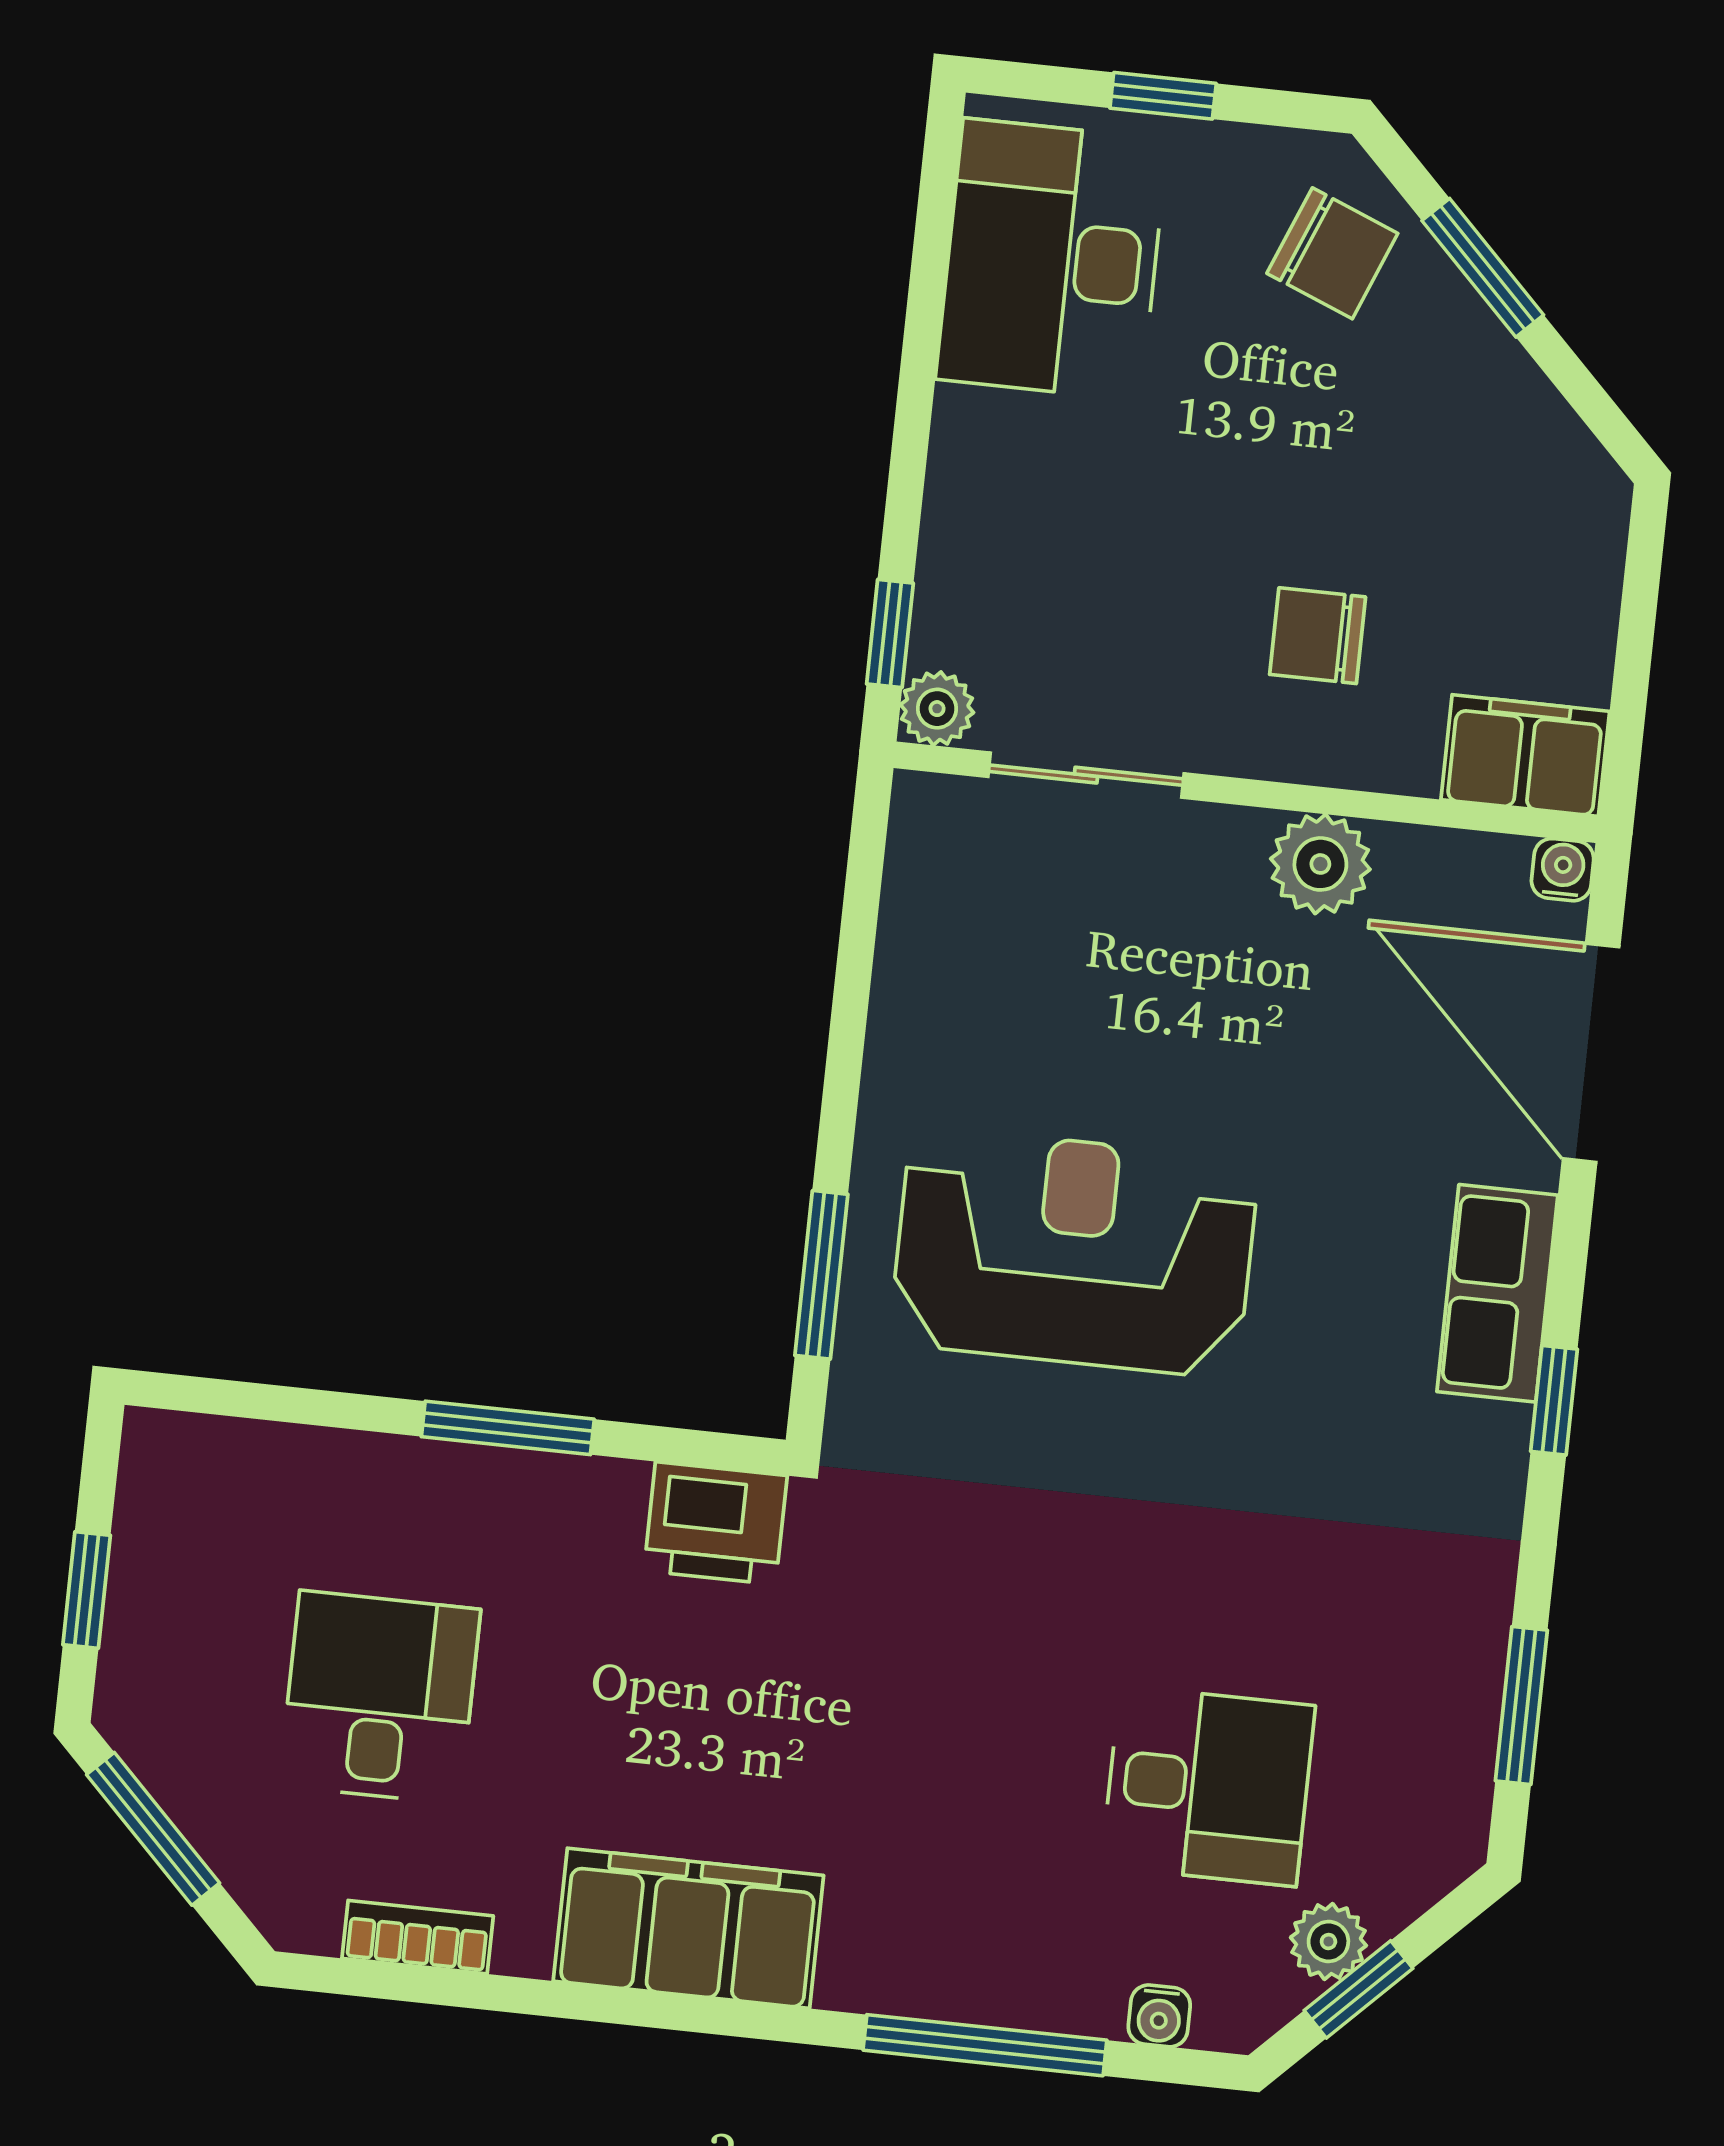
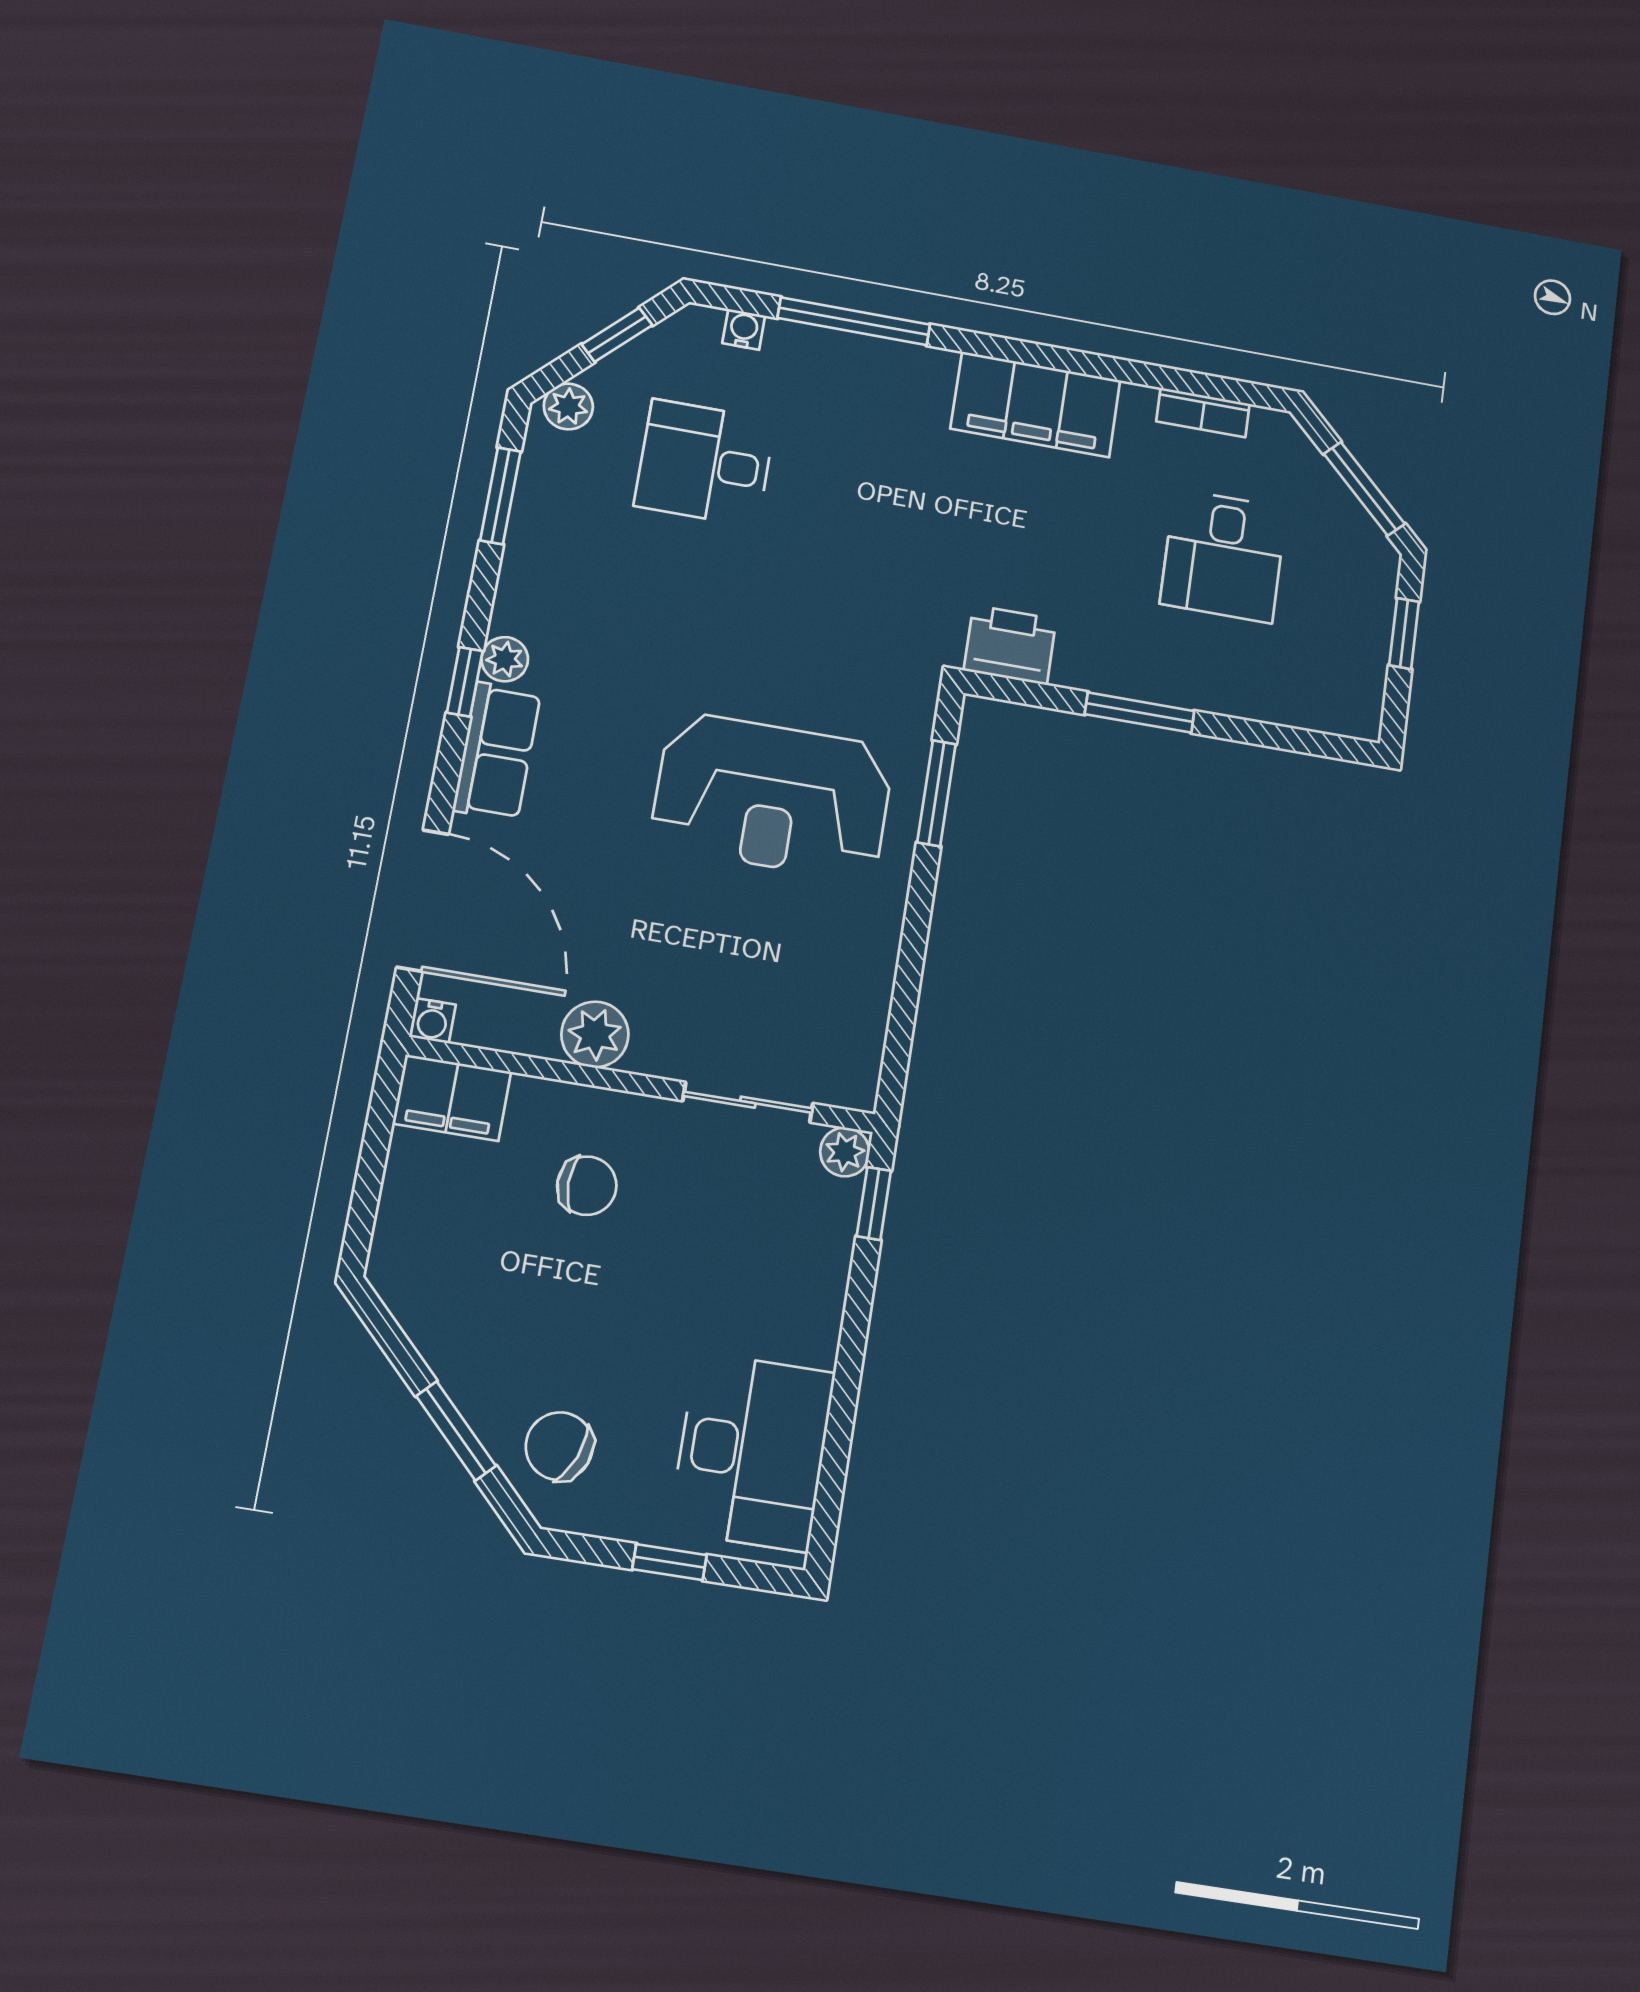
plant: (1496, 1441) -> (505, 659), added
plant: (1328, 1942) -> (568, 406), moved

